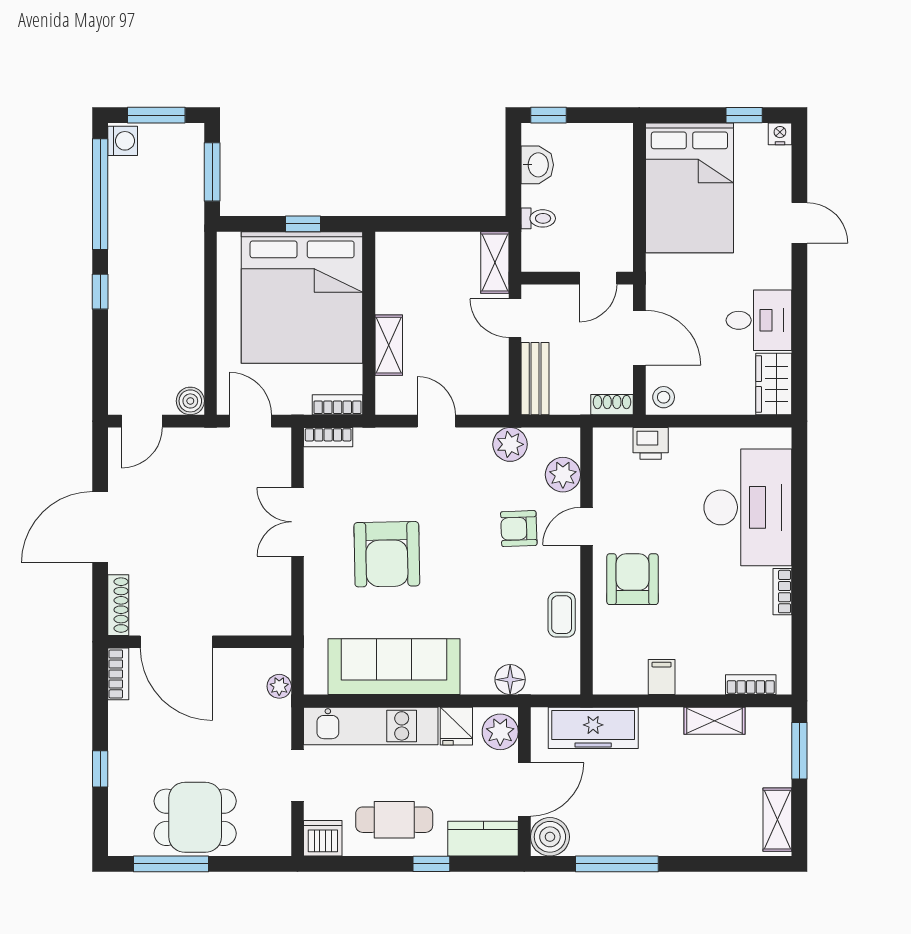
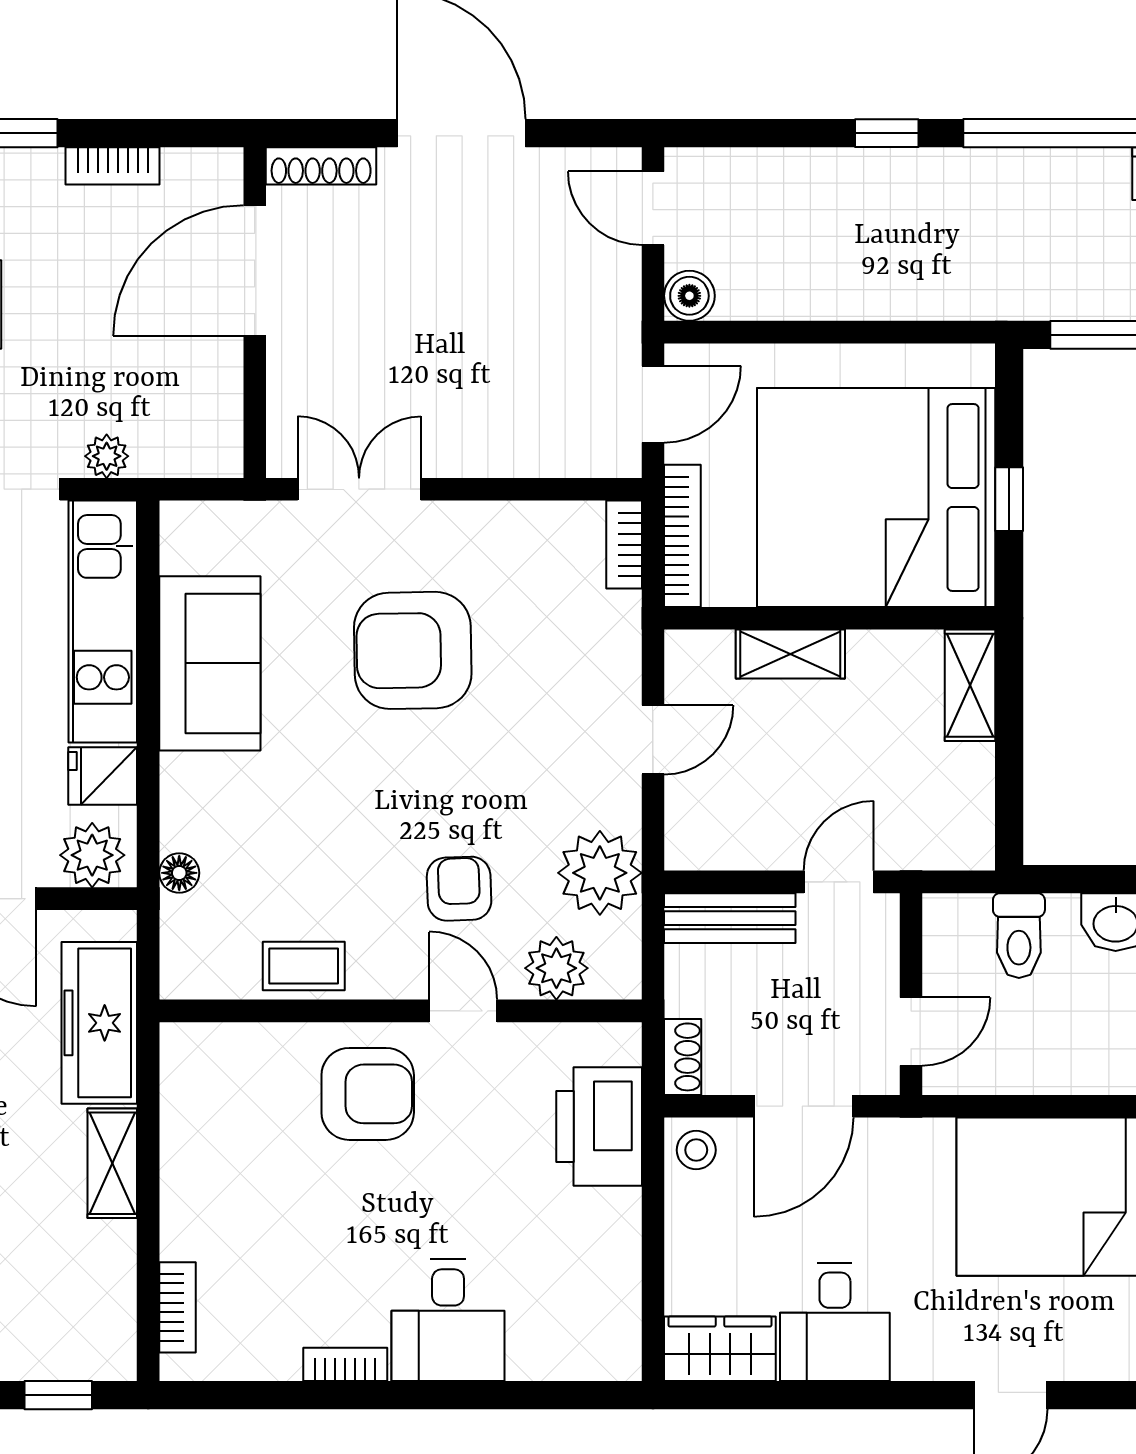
toilet: (538, 218) -> (1019, 936), width x1.37, depth x1.39
shelving: (495, 263) -> (970, 685), moved, turned 90
door: (598, 278) -> (911, 1031), swing flipped
bookcase: (338, 405) -> (682, 536), width x1.56
printer: (651, 443) -> (599, 1127), width x1.87, depth x1.48
plant: (510, 444) -> (600, 873), width x1.36, depth x1.36
desk: (748, 507) -> (448, 1320), width x0.53, depth x0.77
double door: (297, 522) -> (359, 489), moved
sofa: (394, 667) -> (210, 663), width x0.73
bookcase: (118, 674) -> (113, 166), moved
filing cabinet: (662, 677) -> (191, 1146), removed
floor lamp: (510, 680) -> (179, 873), width x0.73, depth x0.73
plant: (279, 686) -> (107, 456), moved
shelving: (714, 721) -> (112, 1163), moved
window: (799, 751) -> (58, 1395), width x0.67

